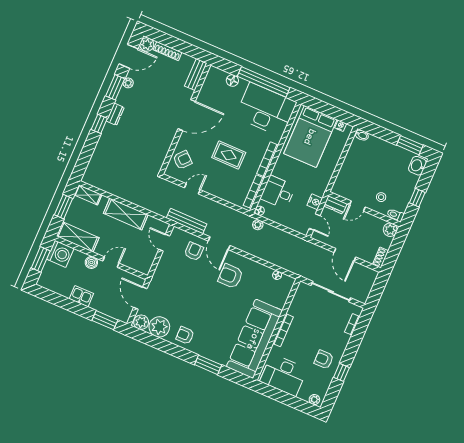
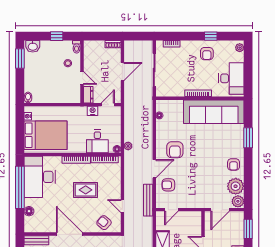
rug: (229, 155) -> (86, 190), turned 90
plant: (390, 230) -> (89, 46), removed

